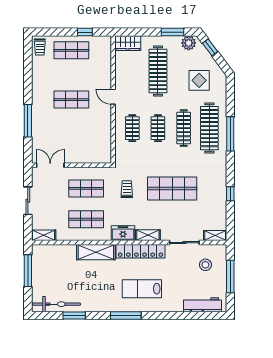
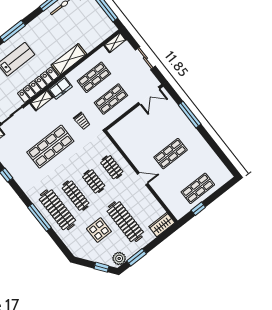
trolley: (40, 47) -> (222, 173), removed
display table: (199, 80) -> (99, 230), moved

